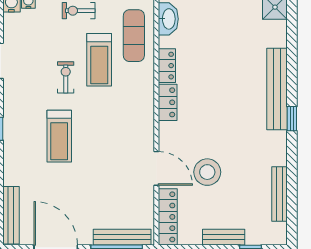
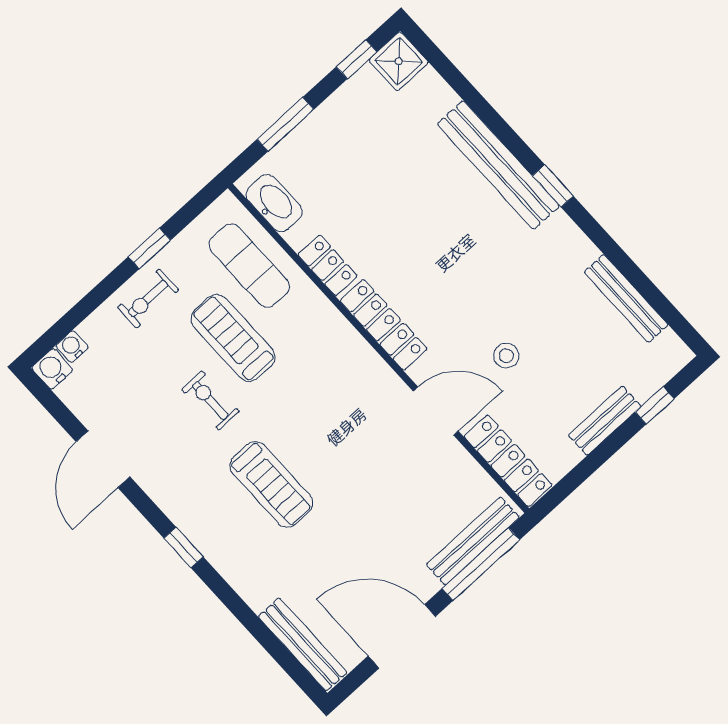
treadmill: (99, 60) -> (233, 338), turned 180
locker: (168, 102) -> (384, 325), width x1.53
stool: (207, 172) -> (506, 356), width x0.53, depth x0.53

